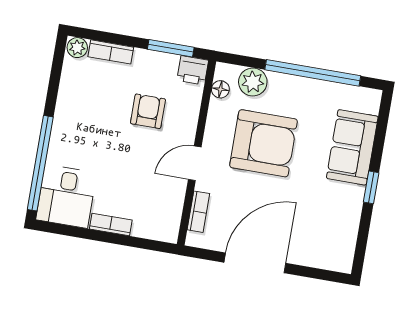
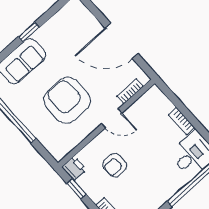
window: (171, 48) -> (77, 189), width x0.67
plant: (253, 82) -> (47, 137), removed
floor lamp: (220, 89) -> (67, 147), removed

